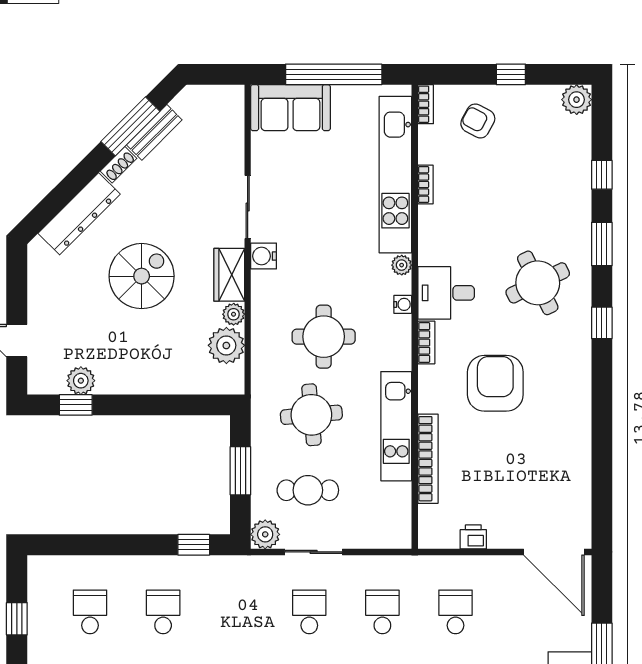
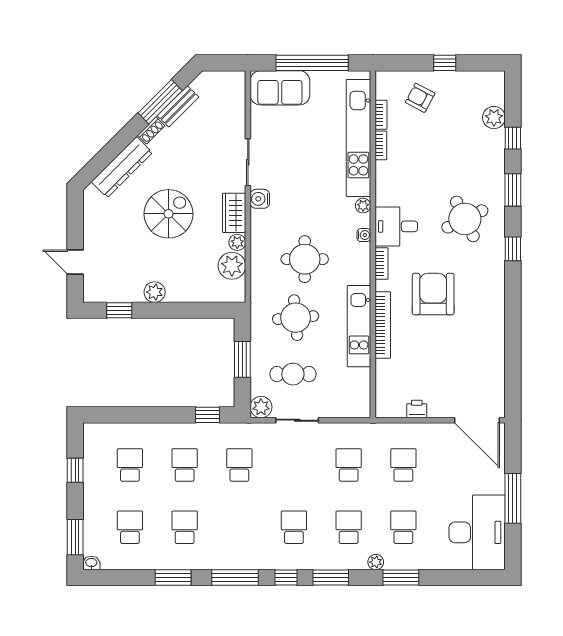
plant: (577, 100) -> (494, 118), moved
bookcase: (426, 104) -> (381, 115), moved
plant: (81, 381) -> (155, 292), moved
bookcase: (428, 459) -> (383, 325), moved
school desk: (309, 612) -> (239, 465), moved

